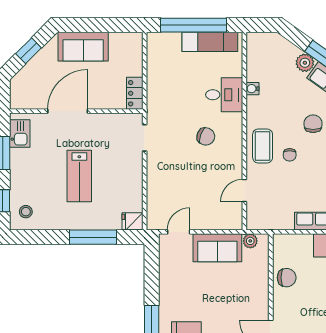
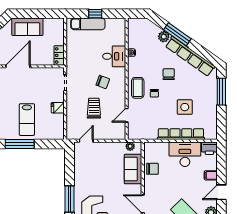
window: (193, 25) -> (95, 14), width x0.32
exam couch: (210, 42) -> (88, 24), moved
lab bench: (79, 176) -> (27, 120), moved
trolley: (191, 179) -> (94, 108), added
fridge: (133, 221) -> (58, 108), moved
window: (93, 237) -> (20, 144), moved
sofa: (217, 248) -> (133, 169), moved, turned 90

